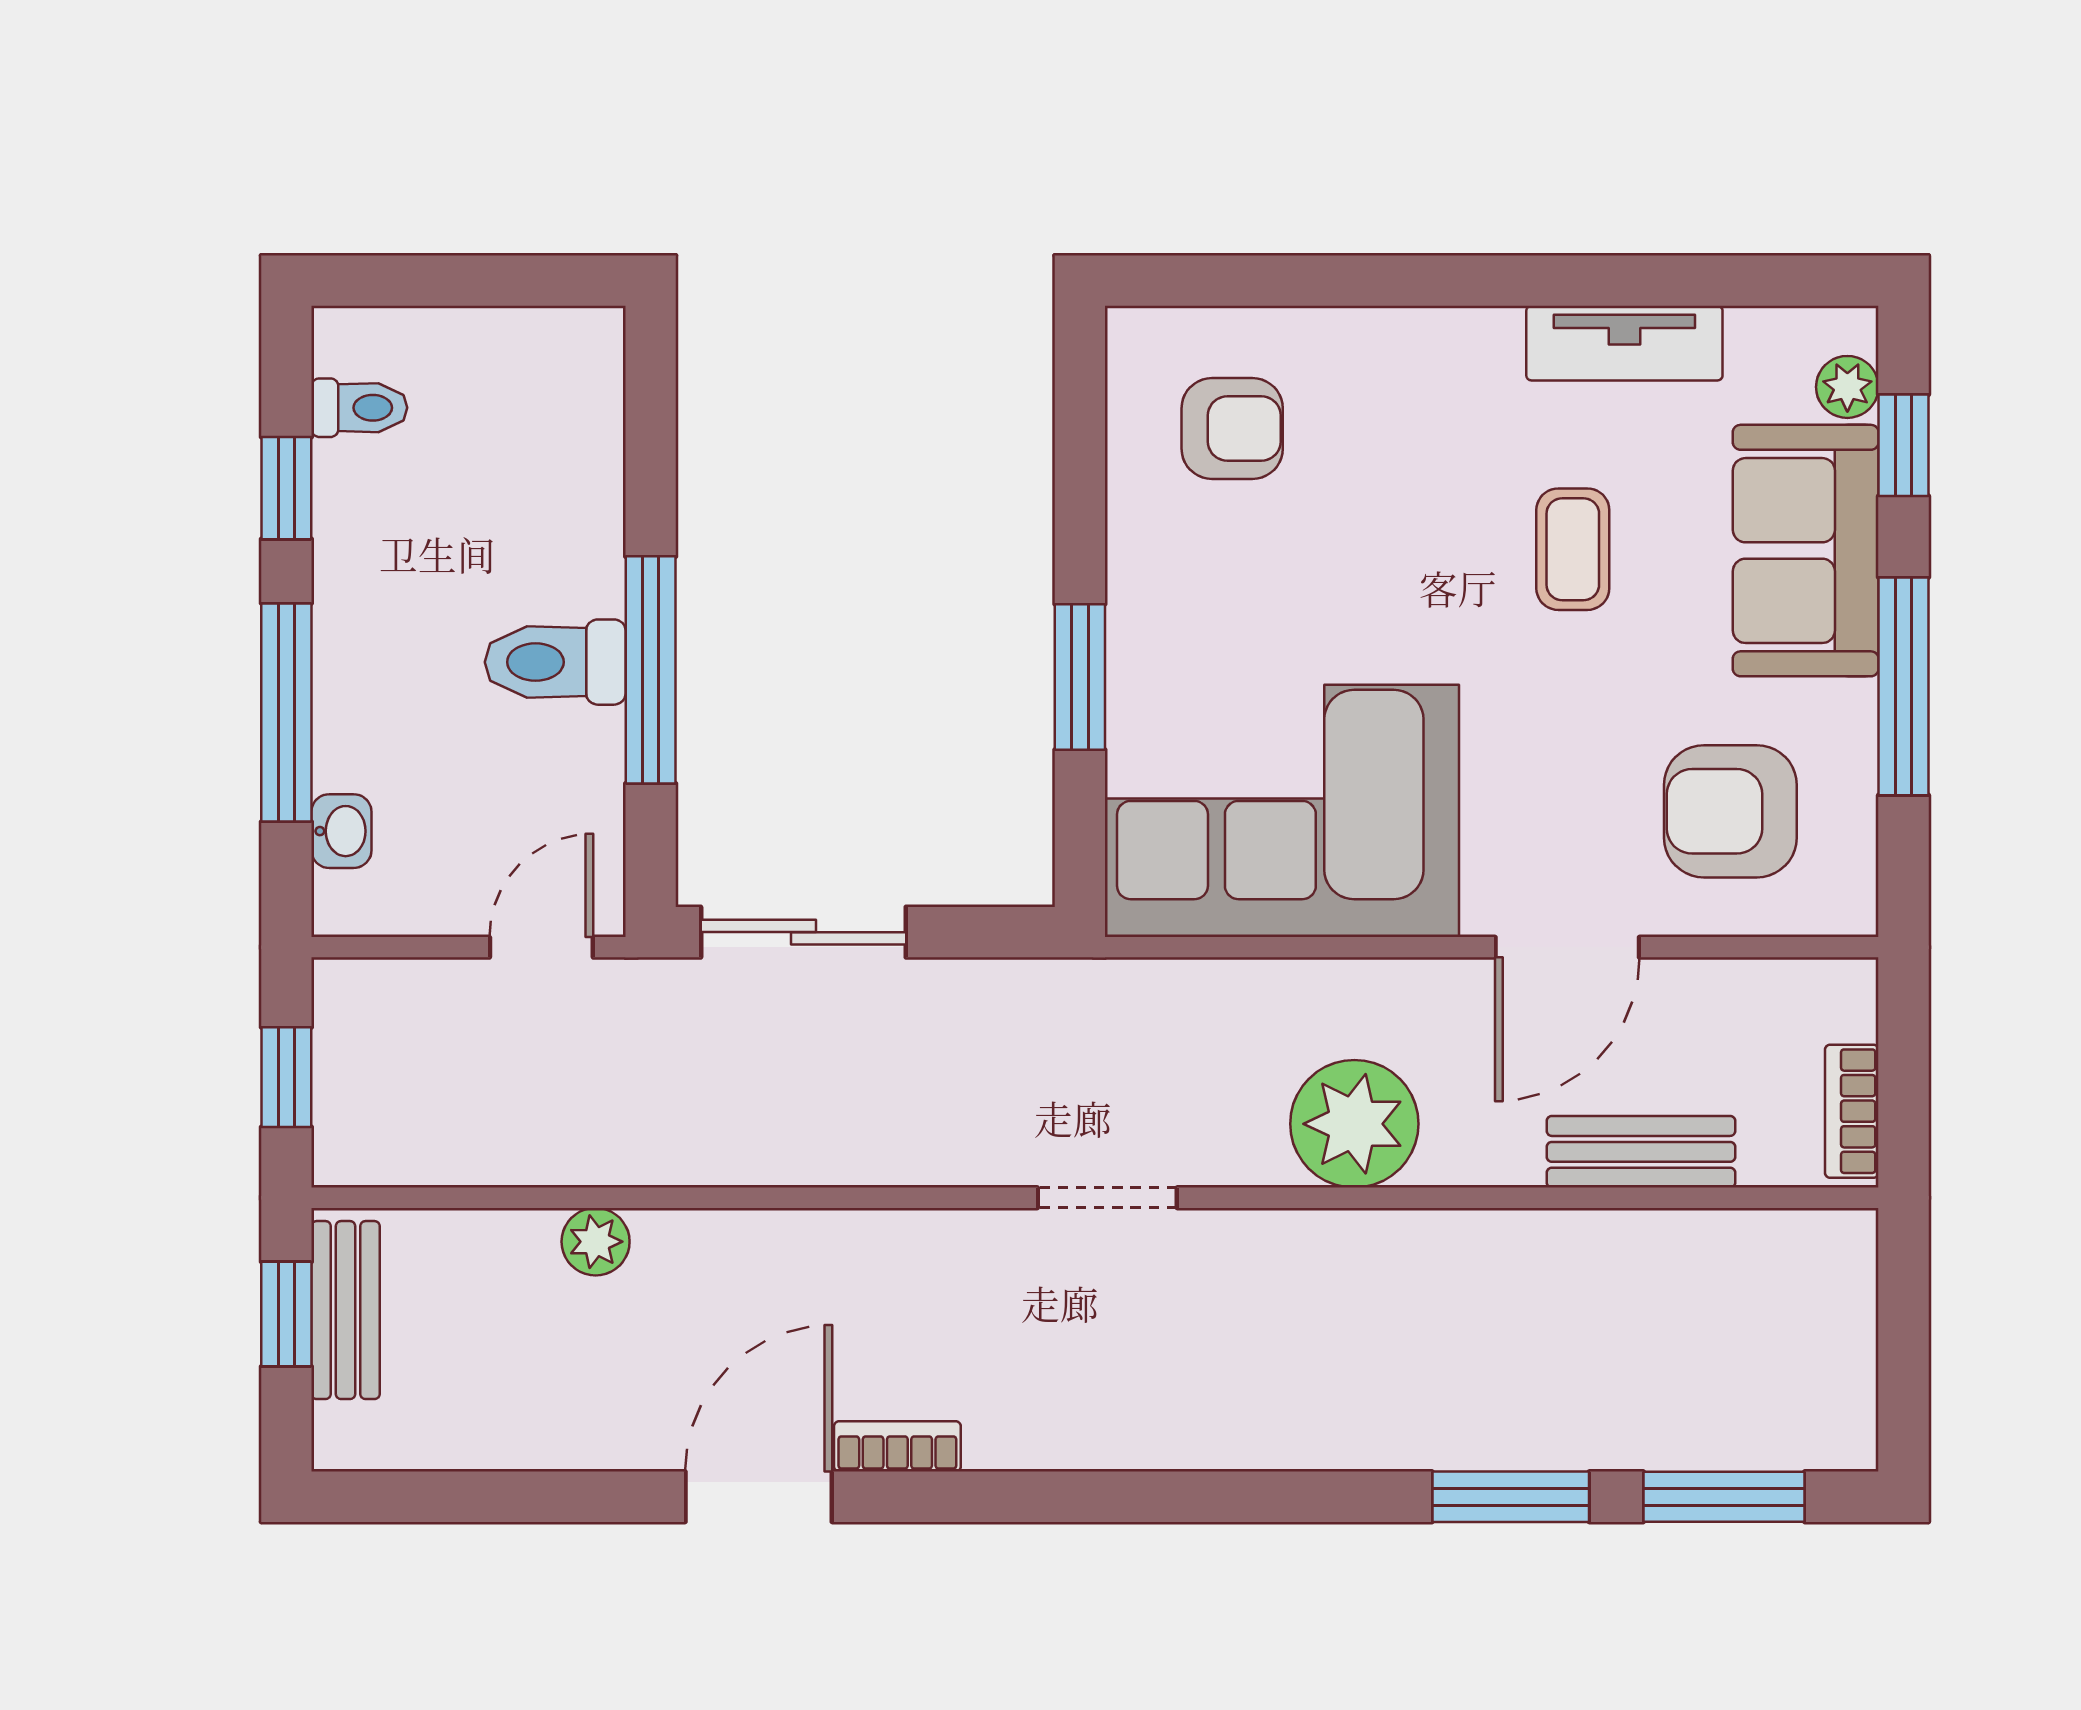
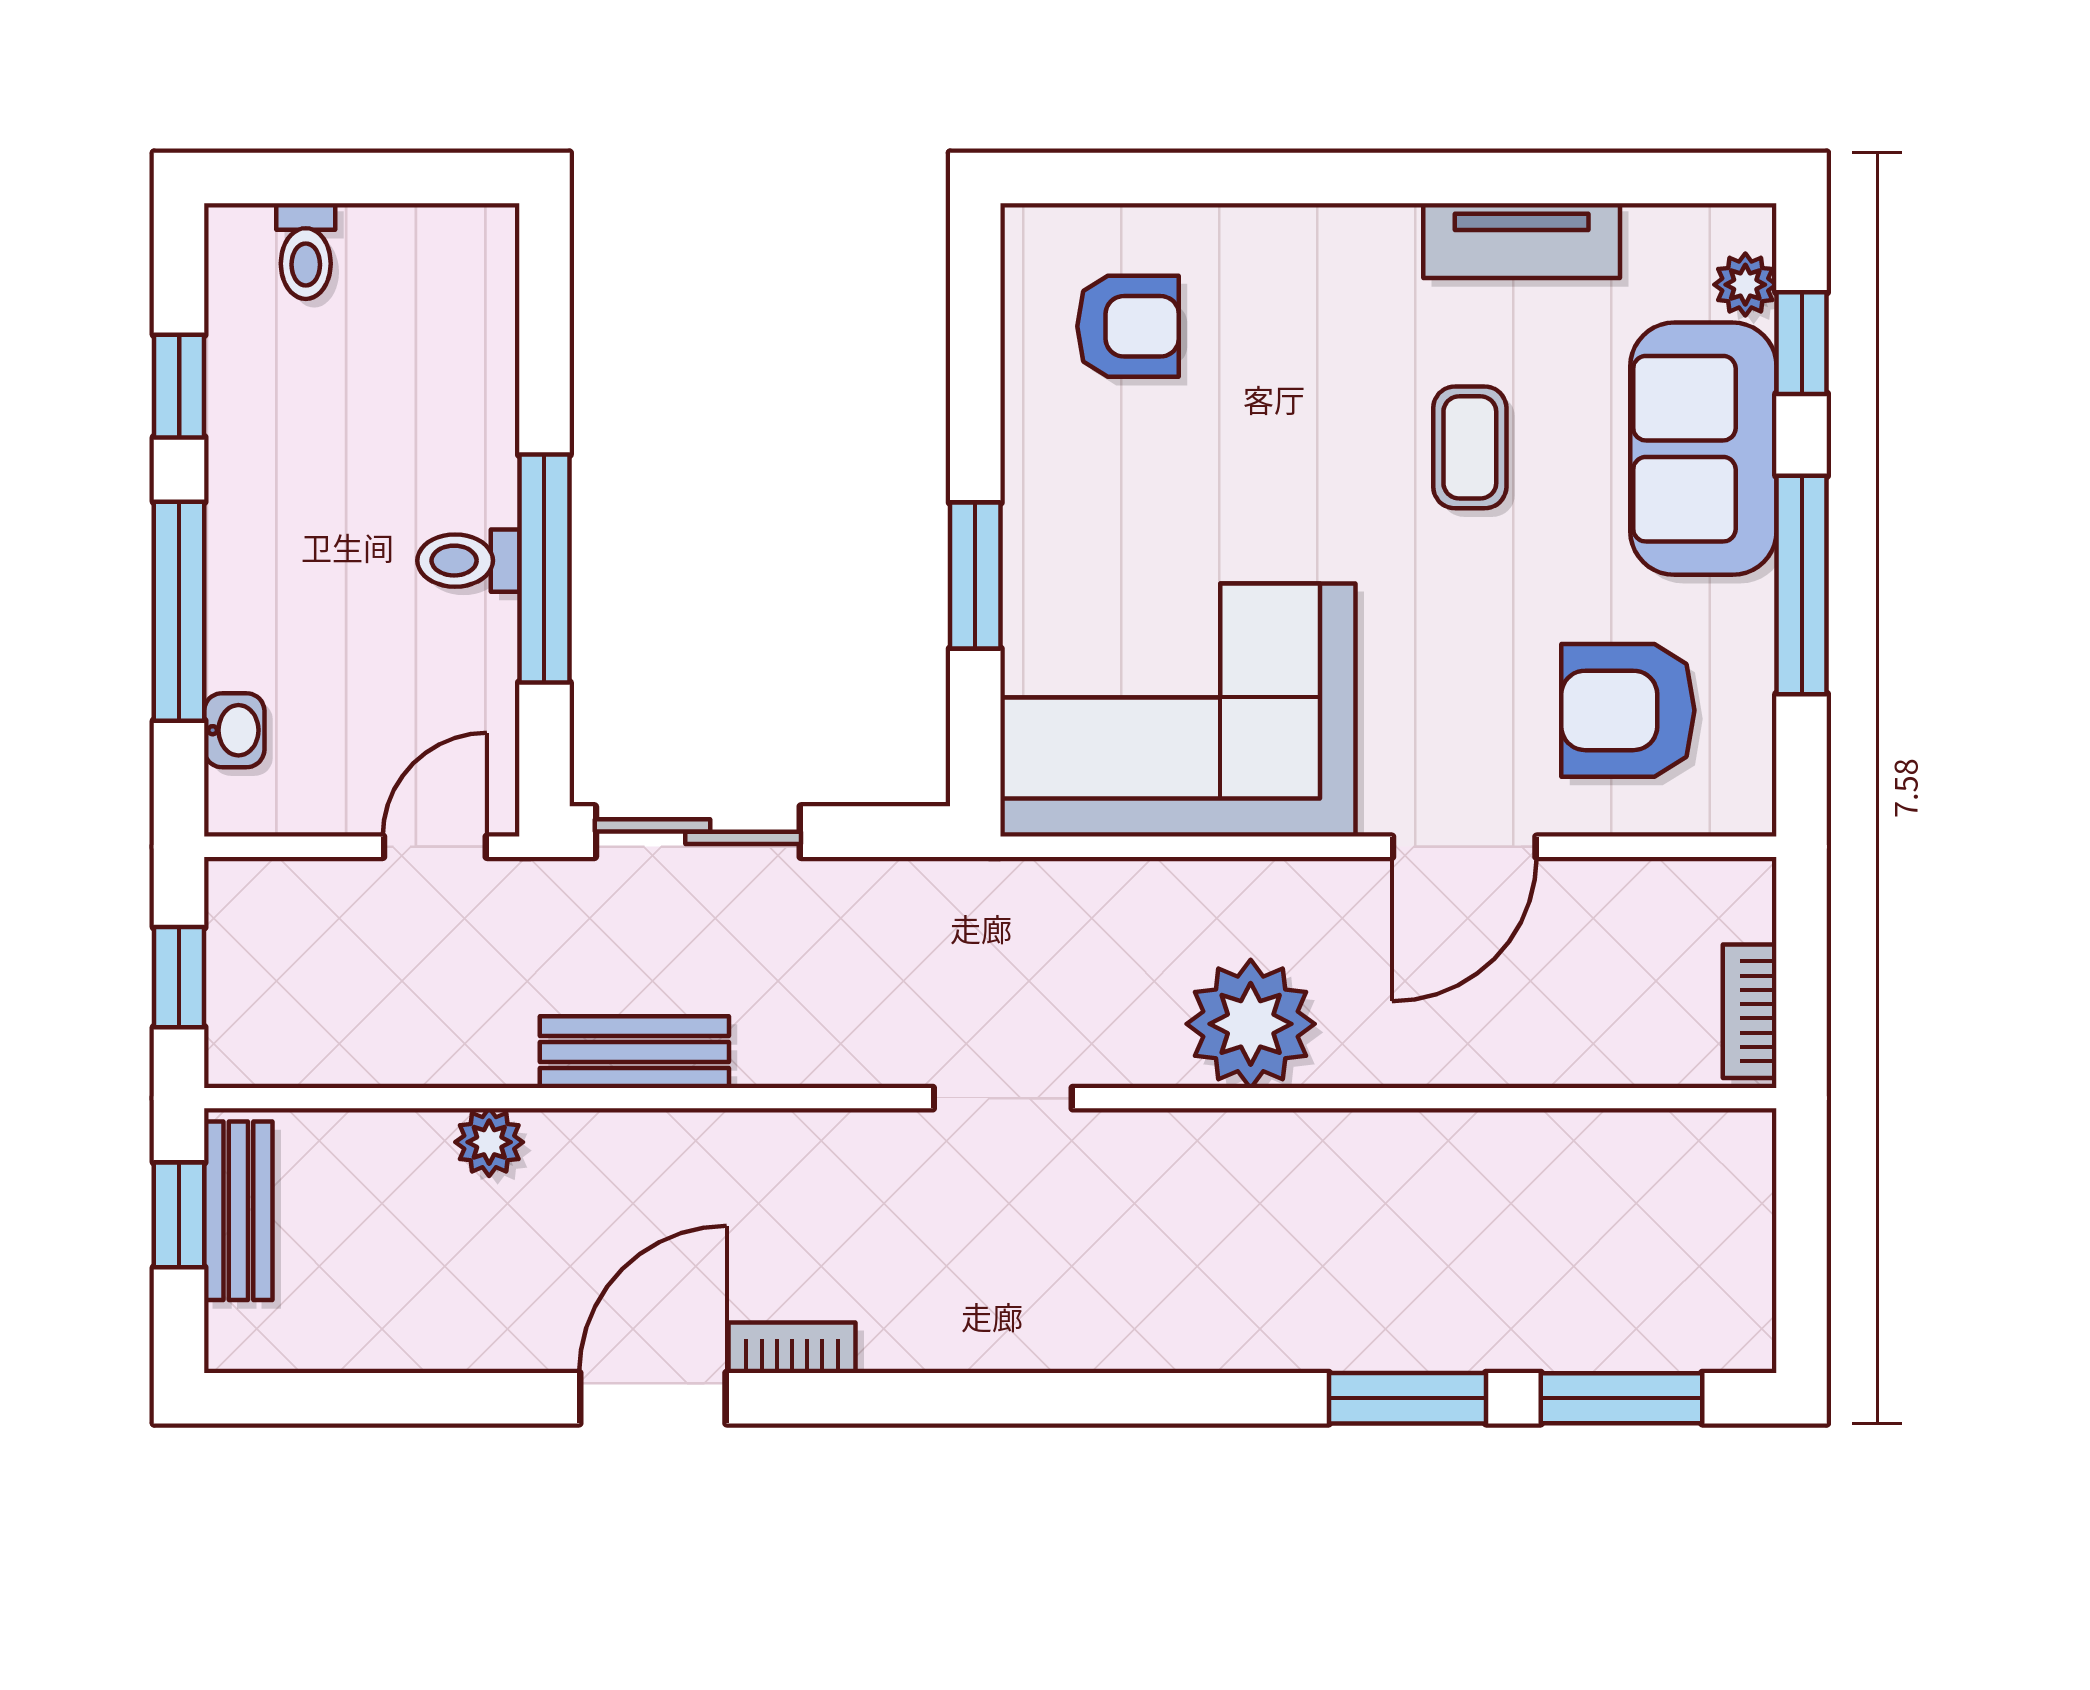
toilet: (359, 408) -> (306, 251), moved, turned 90
toilet: (555, 662) -> (468, 561), width x0.73, depth x0.72
bench: (1641, 1152) -> (634, 1052), moved

